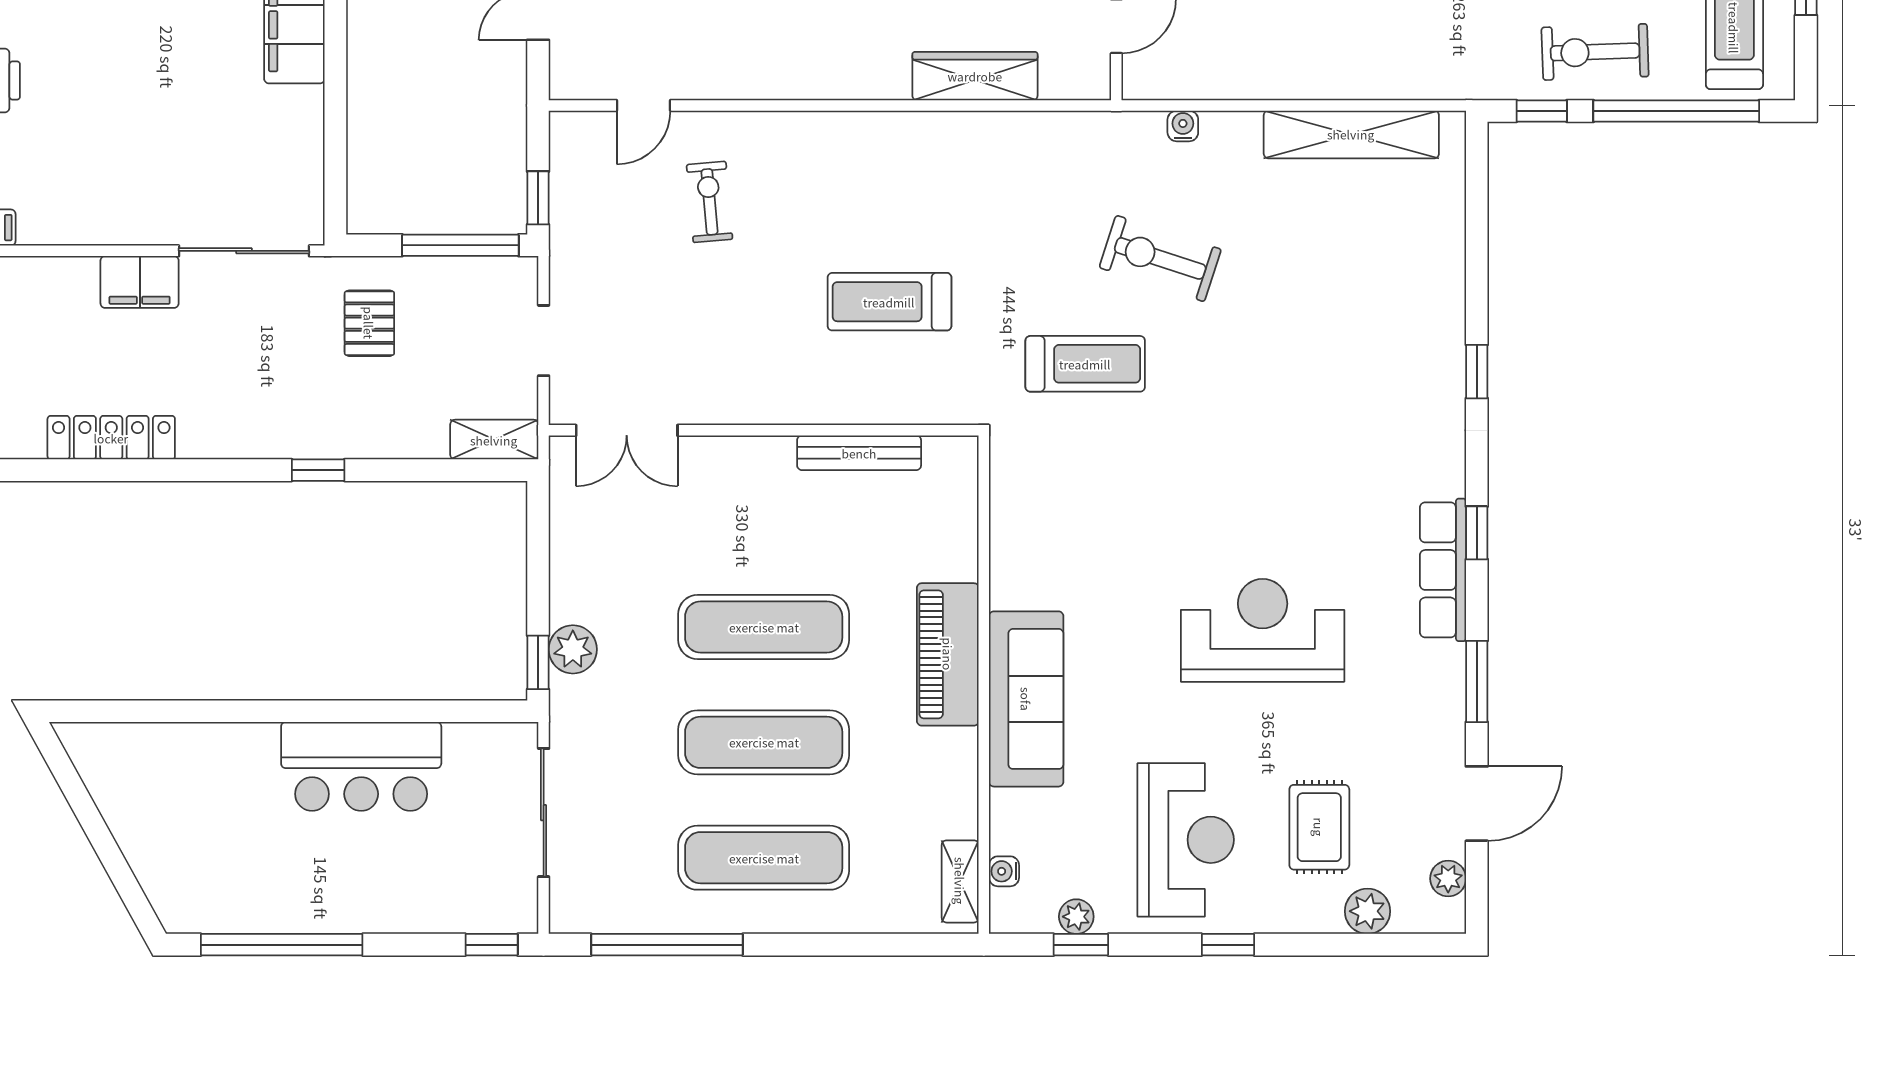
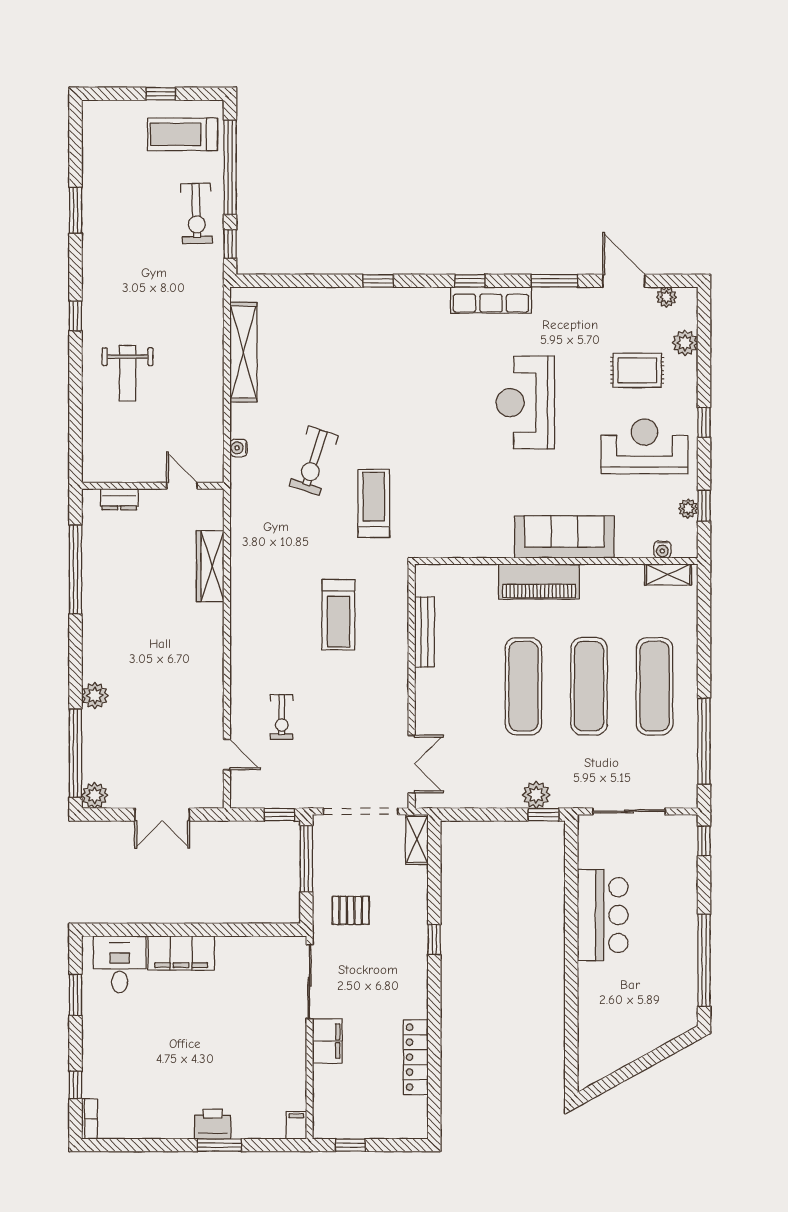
exercise bike: (710, 202) -> (282, 717), turned -85
doorway: (544, 341) -> (361, 811), width x1.87

